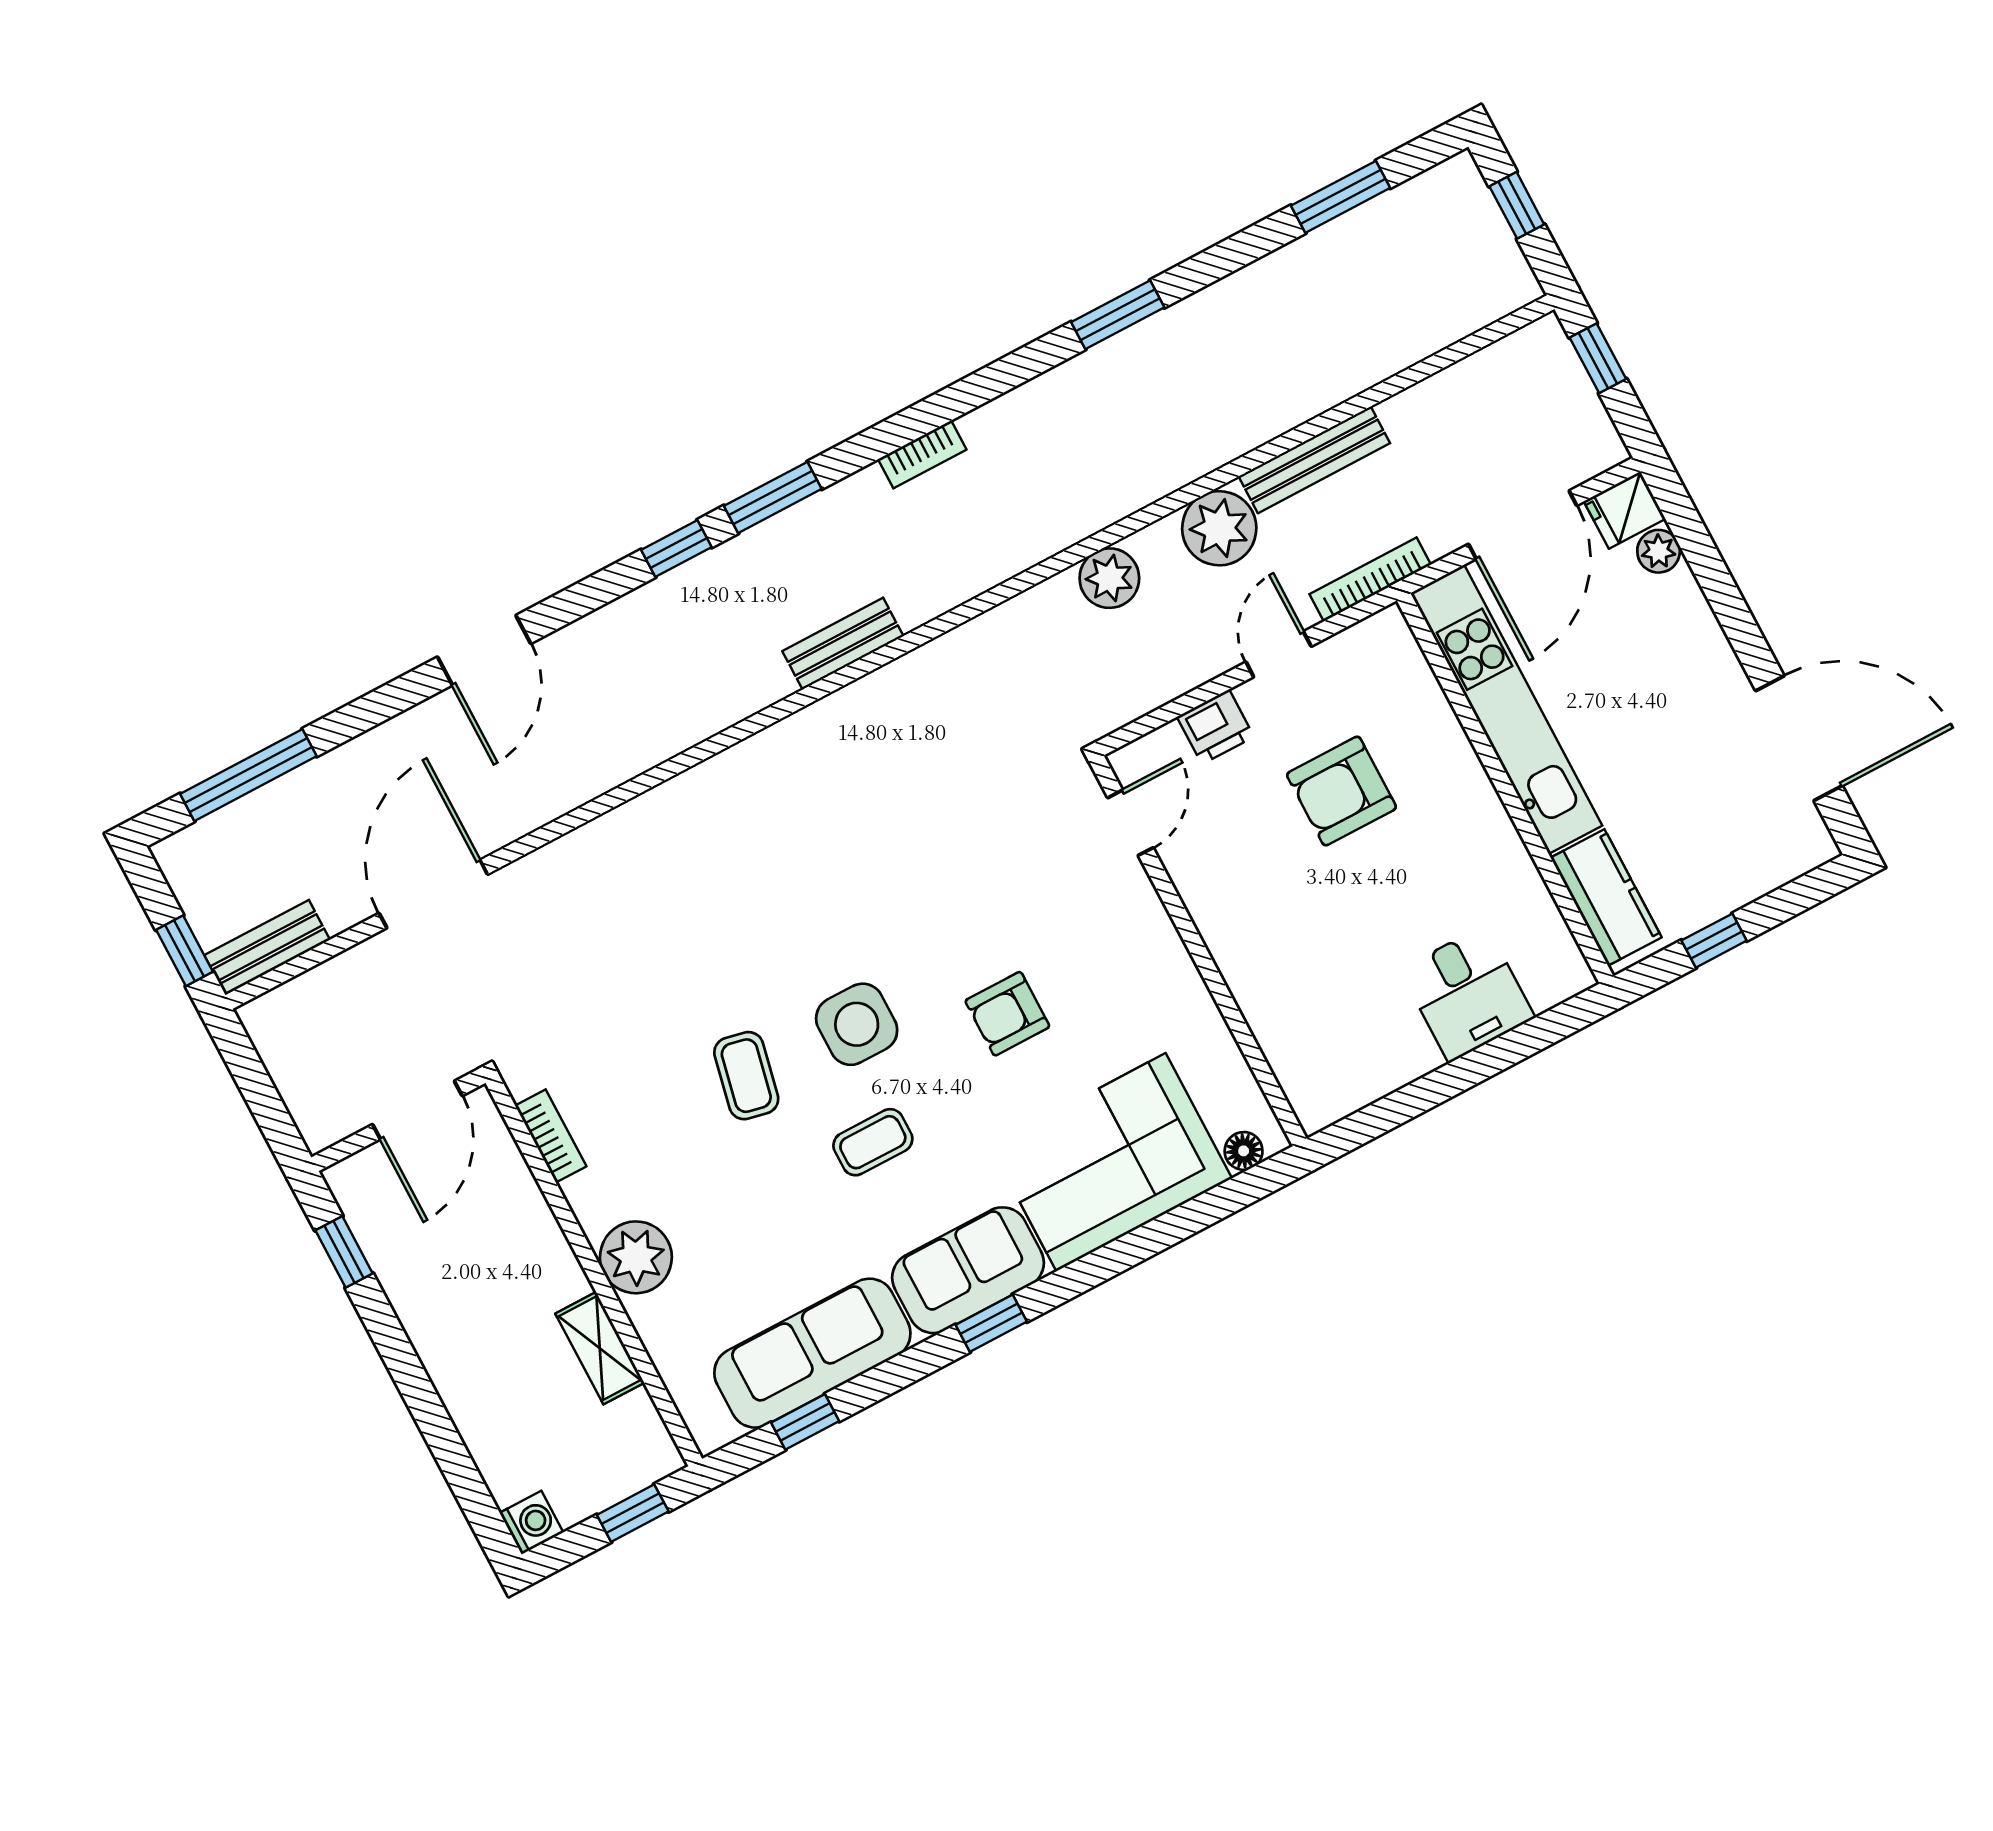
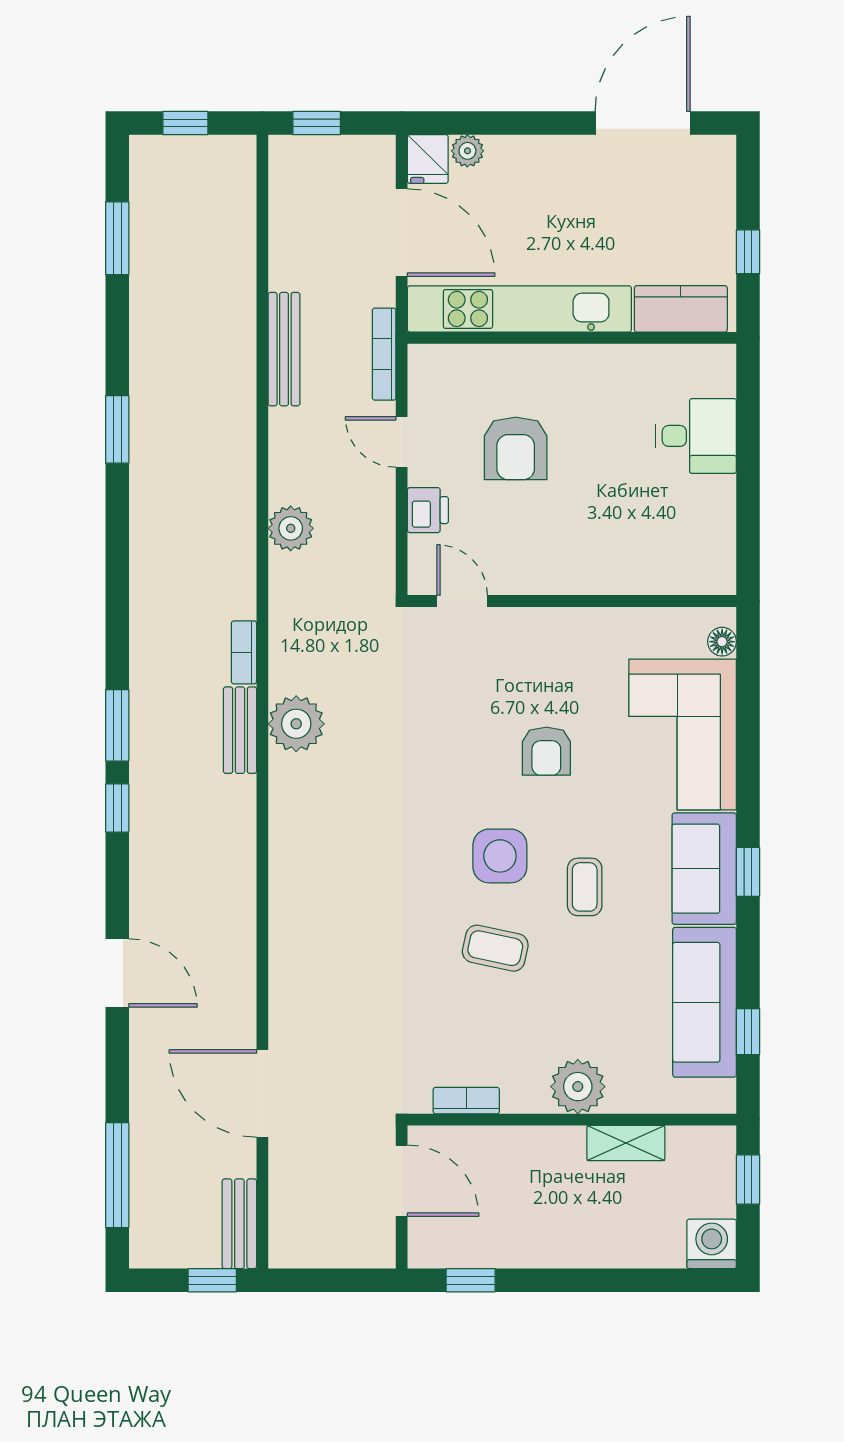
bookcase: (922, 454) -> (244, 652), moved, turned 180
plant: (1219, 528) -> (296, 724), moved
washing machine: (531, 1523) -> (712, 1244), width x1.38, depth x1.38

